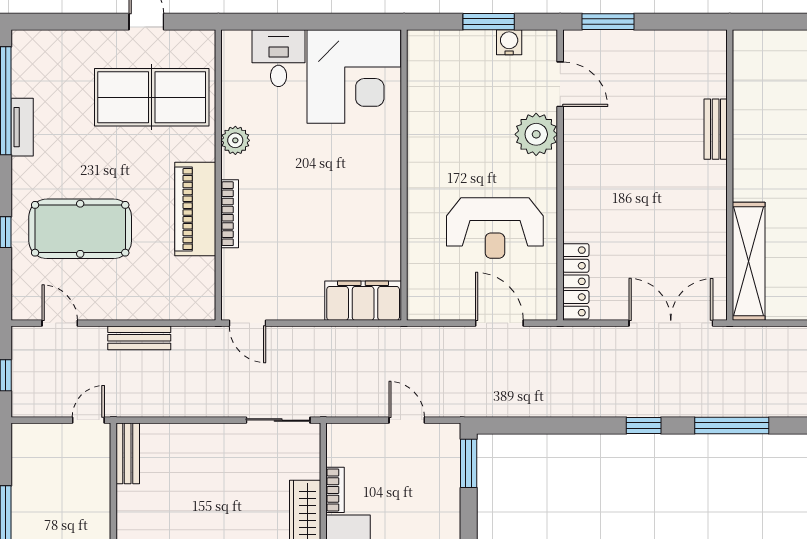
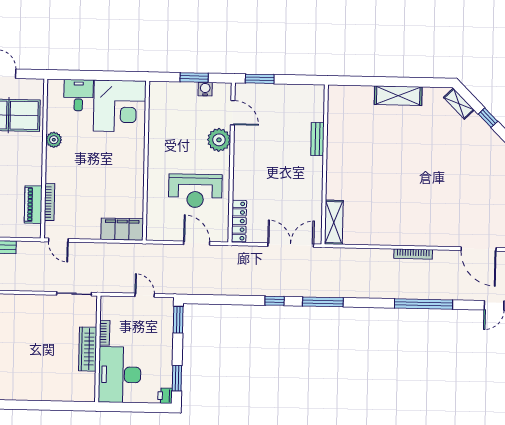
piano: (195, 209) -> (33, 205), moved, width x0.73, depth x0.75
bookcase: (230, 214) -> (49, 202), moved
shelving: (749, 261) -> (334, 222), width x0.68

